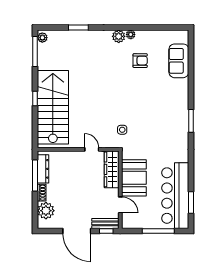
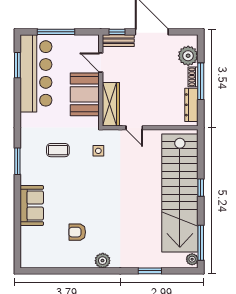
plant: (131, 34) -> (88, 263), removed
sofa: (179, 61) -> (32, 206), moved
stairs: (53, 107) -> (180, 193), width x1.36
coffee table: (157, 130) -> (58, 150), added
window: (35, 175) -> (201, 81), moved

